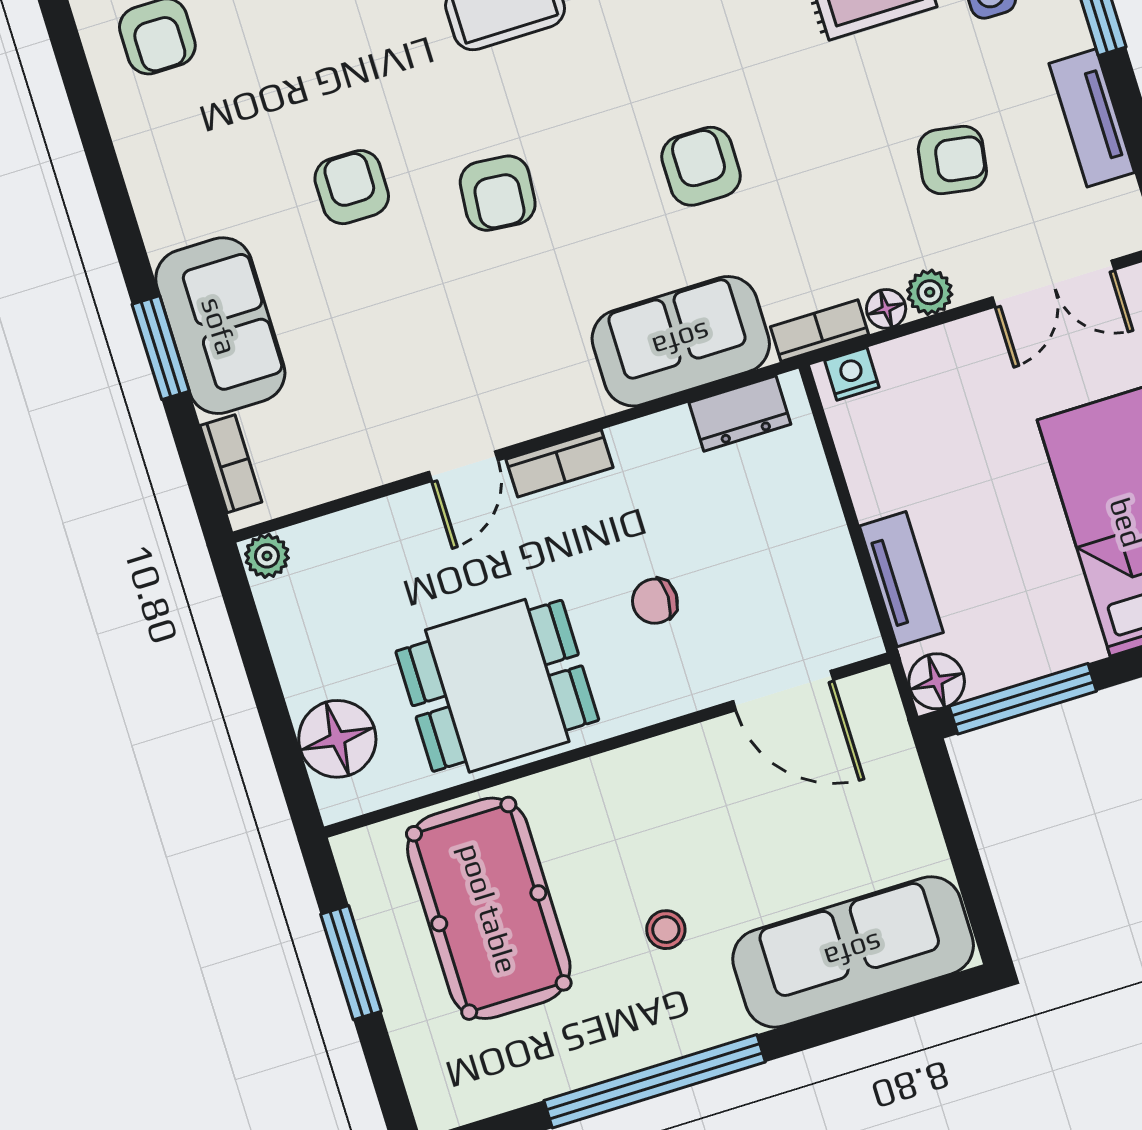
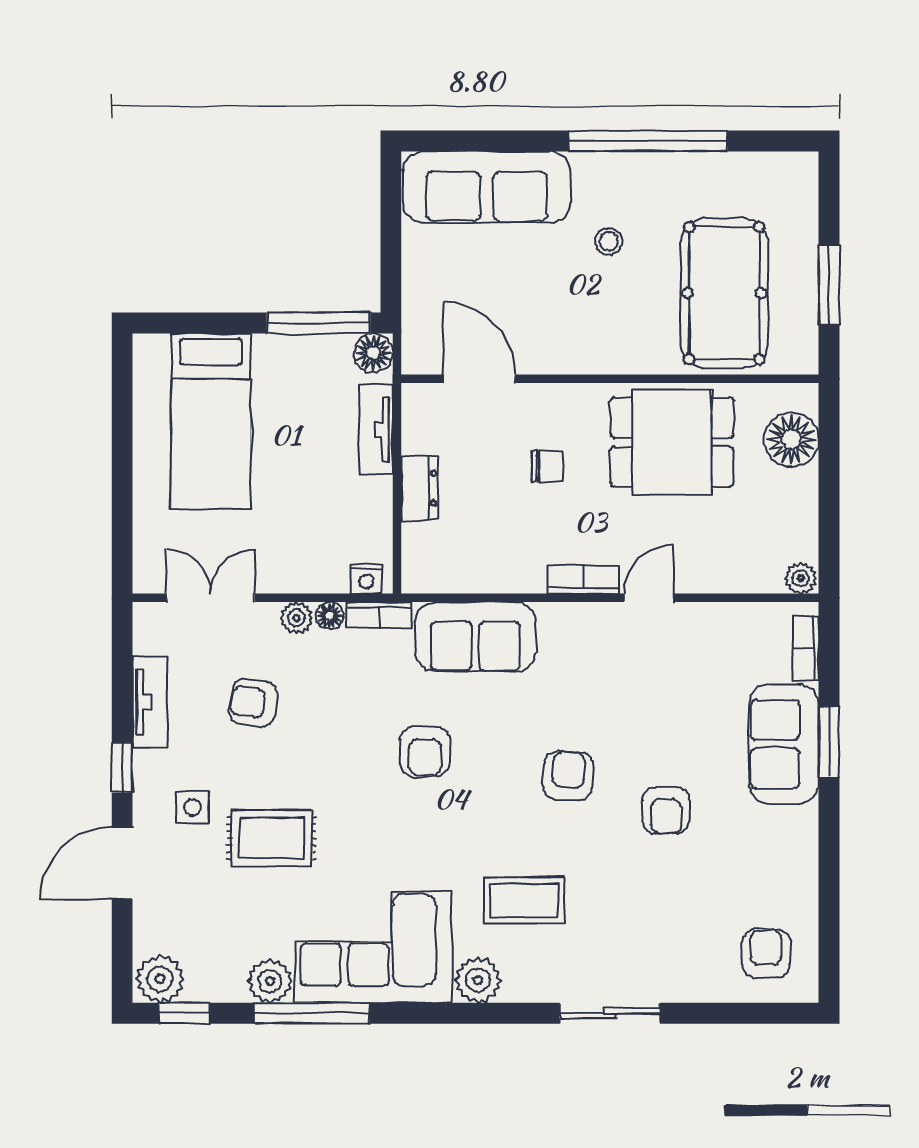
dresser: (740, 413) -> (419, 488), moved, turned 90

